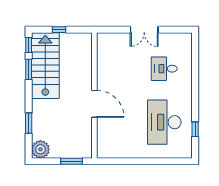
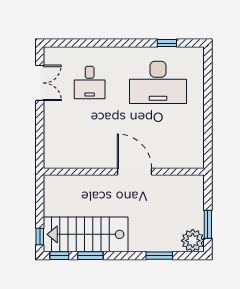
window: (59, 30) -> (40, 237), moved
double door: (144, 30) -> (40, 83), moved
door: (94, 104) -> (135, 172), hinge flipped
window: (72, 161) -> (208, 224), moved

